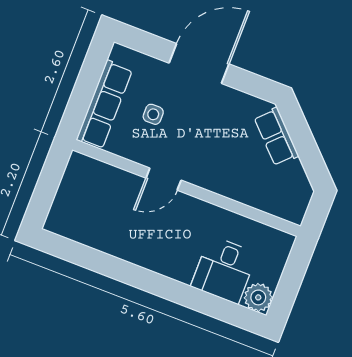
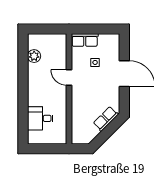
row of seats: (104, 105) -> (85, 40), width x0.68
plant: (258, 297) -> (34, 56), moved

